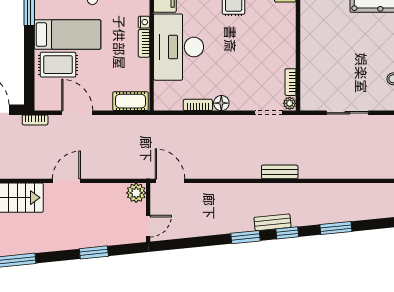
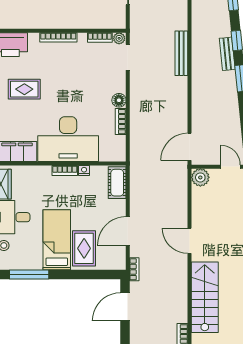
nightstand: (144, 22) -> (84, 170), moved
bookcase: (291, 36) -> (58, 37), added
bench: (280, 172) -> (181, 53), width x1.36

